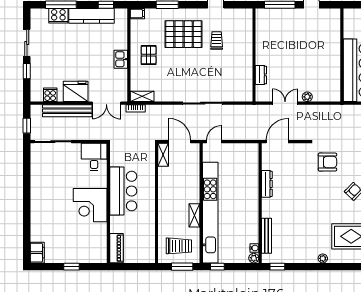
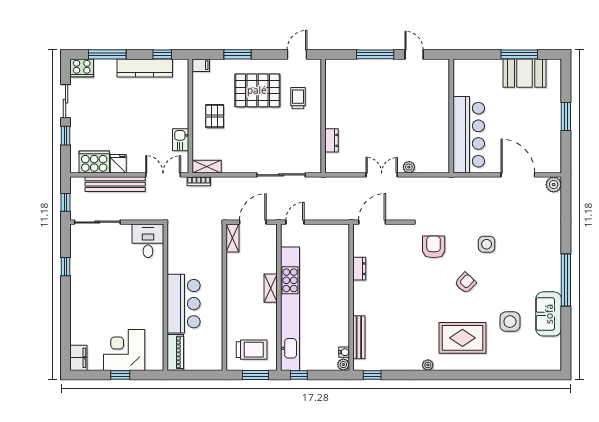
cooker: (58, 16) -> (82, 68), moved
wall: (254, 55) -> (323, 116), moved
kitchen sink: (121, 59) -> (181, 140), moved
dresser: (261, 75) -> (332, 140), moved
fridge: (76, 91) -> (118, 164), width x0.53, depth x0.75
cooker: (50, 95) -> (94, 162), width x1.87, depth x1.31
double door: (106, 103) -> (163, 175), swing flipped
door: (180, 142) -> (253, 222), hinge flipped
armchair: (327, 162) -> (434, 247), turned -90
window: (27, 178) -> (66, 267), added
dresser: (267, 184) -> (359, 269), width x0.70
bar counter: (123, 191) -> (184, 304), moved
corner desk: (90, 205) -> (124, 350), moved, turned 90
shelving: (194, 215) -> (271, 288), moved

